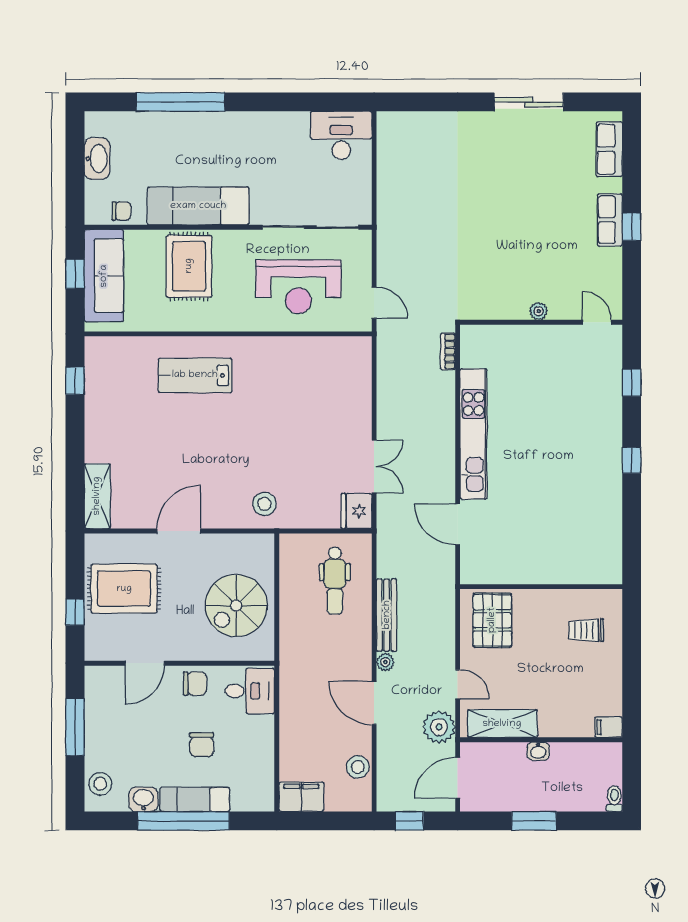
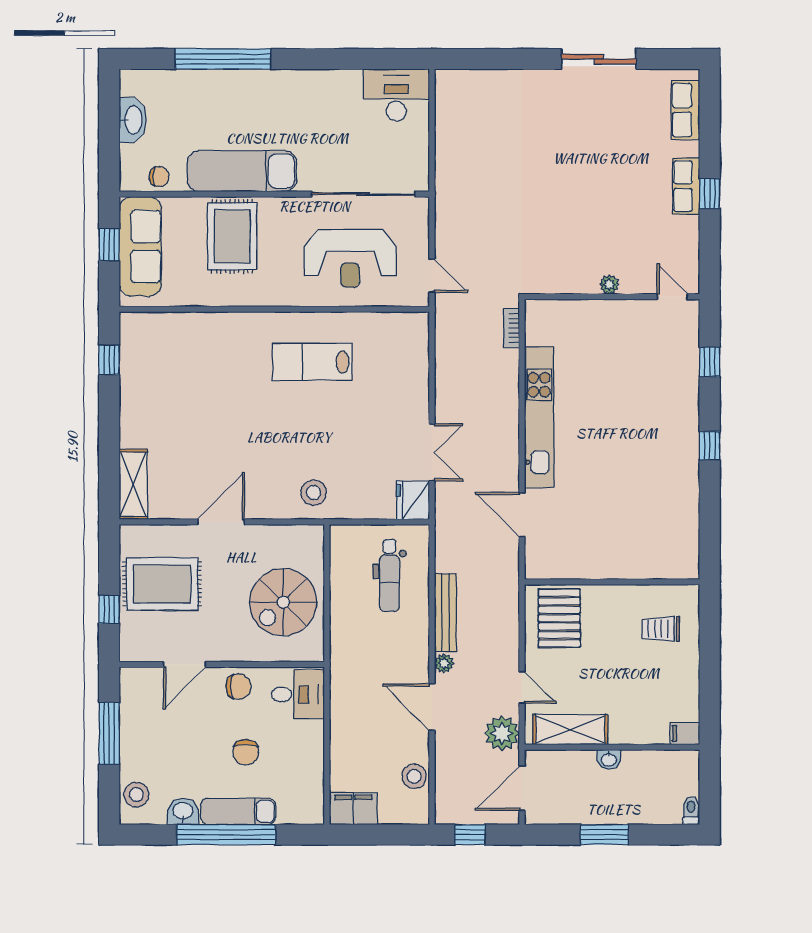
lab bench: (195, 375) -> (312, 362), moved

